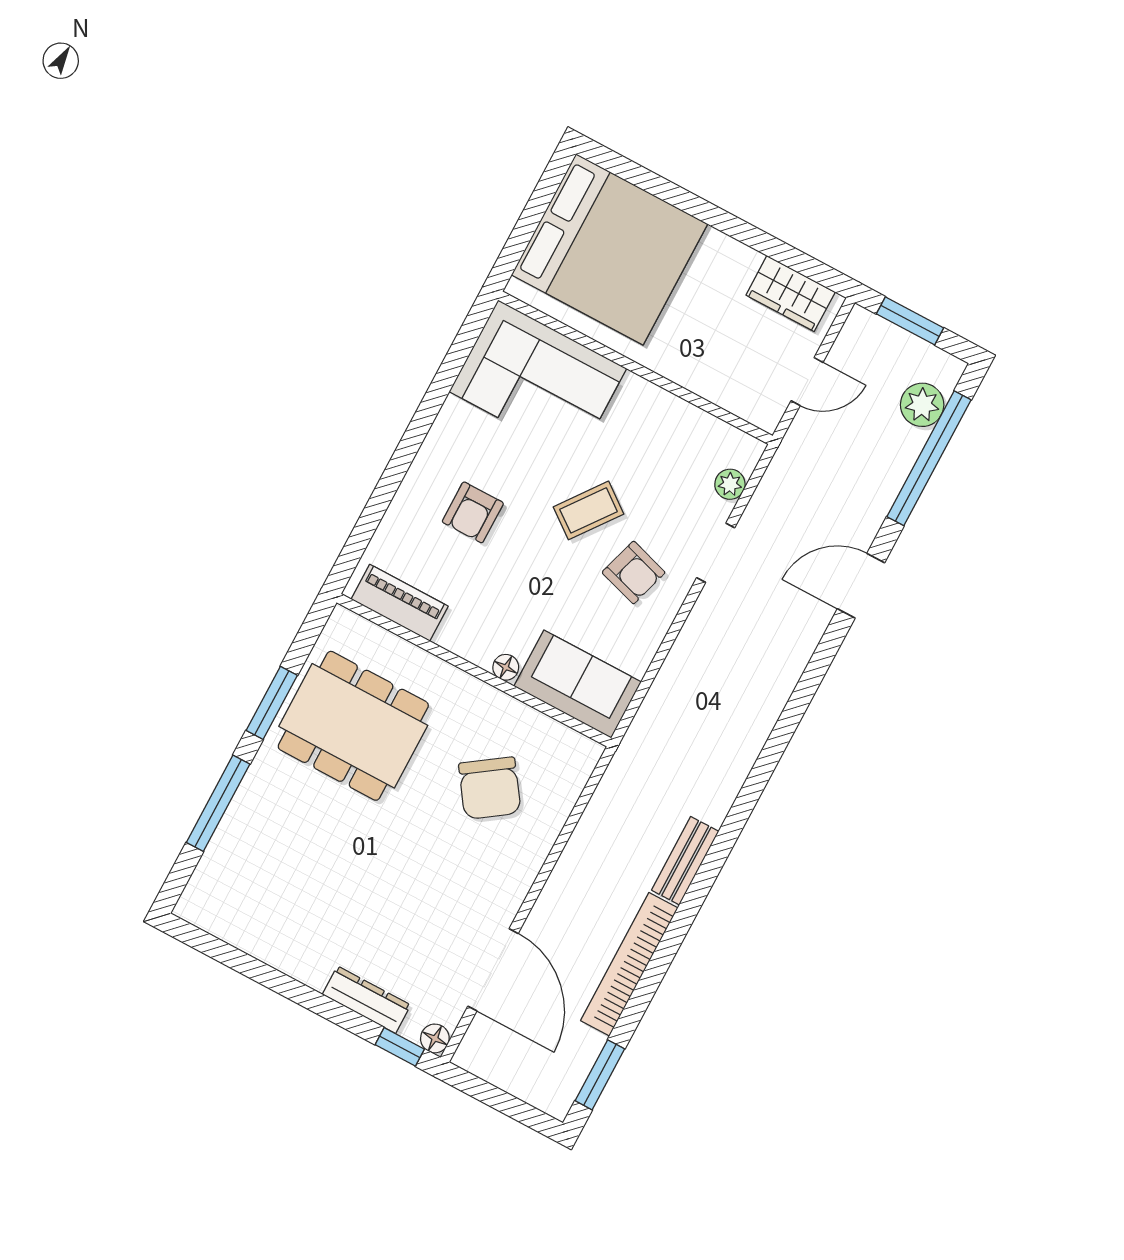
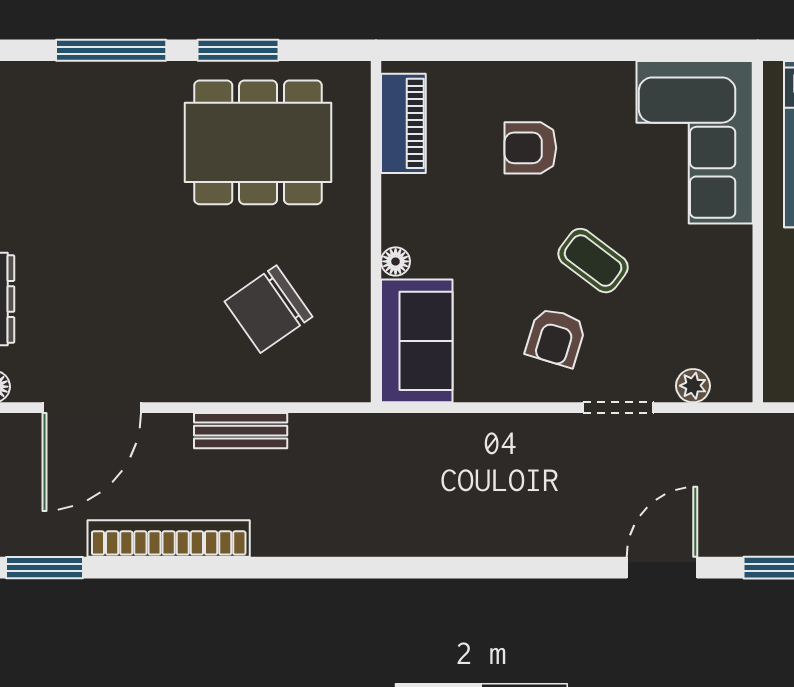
door: (861, 586) -> (662, 568), hinge flipped
dining table: (353, 726) -> (258, 142), turned 90
bench: (685, 861) -> (241, 431), moved

